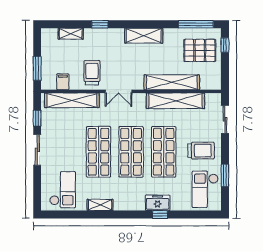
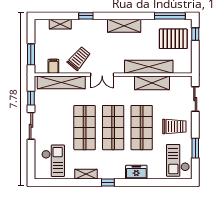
trolley: (92, 73) -> (79, 58), turned 40
shelving: (176, 101) -> (152, 83), width x0.68
window: (160, 215) -> (108, 182), moved

